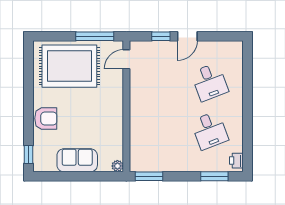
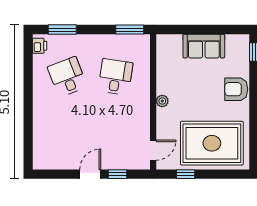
window: (95, 36) -> (186, 174), width x0.46
desk: (210, 82) -> (115, 77), moved, turned 30
plant: (117, 166) -> (162, 101), moved

